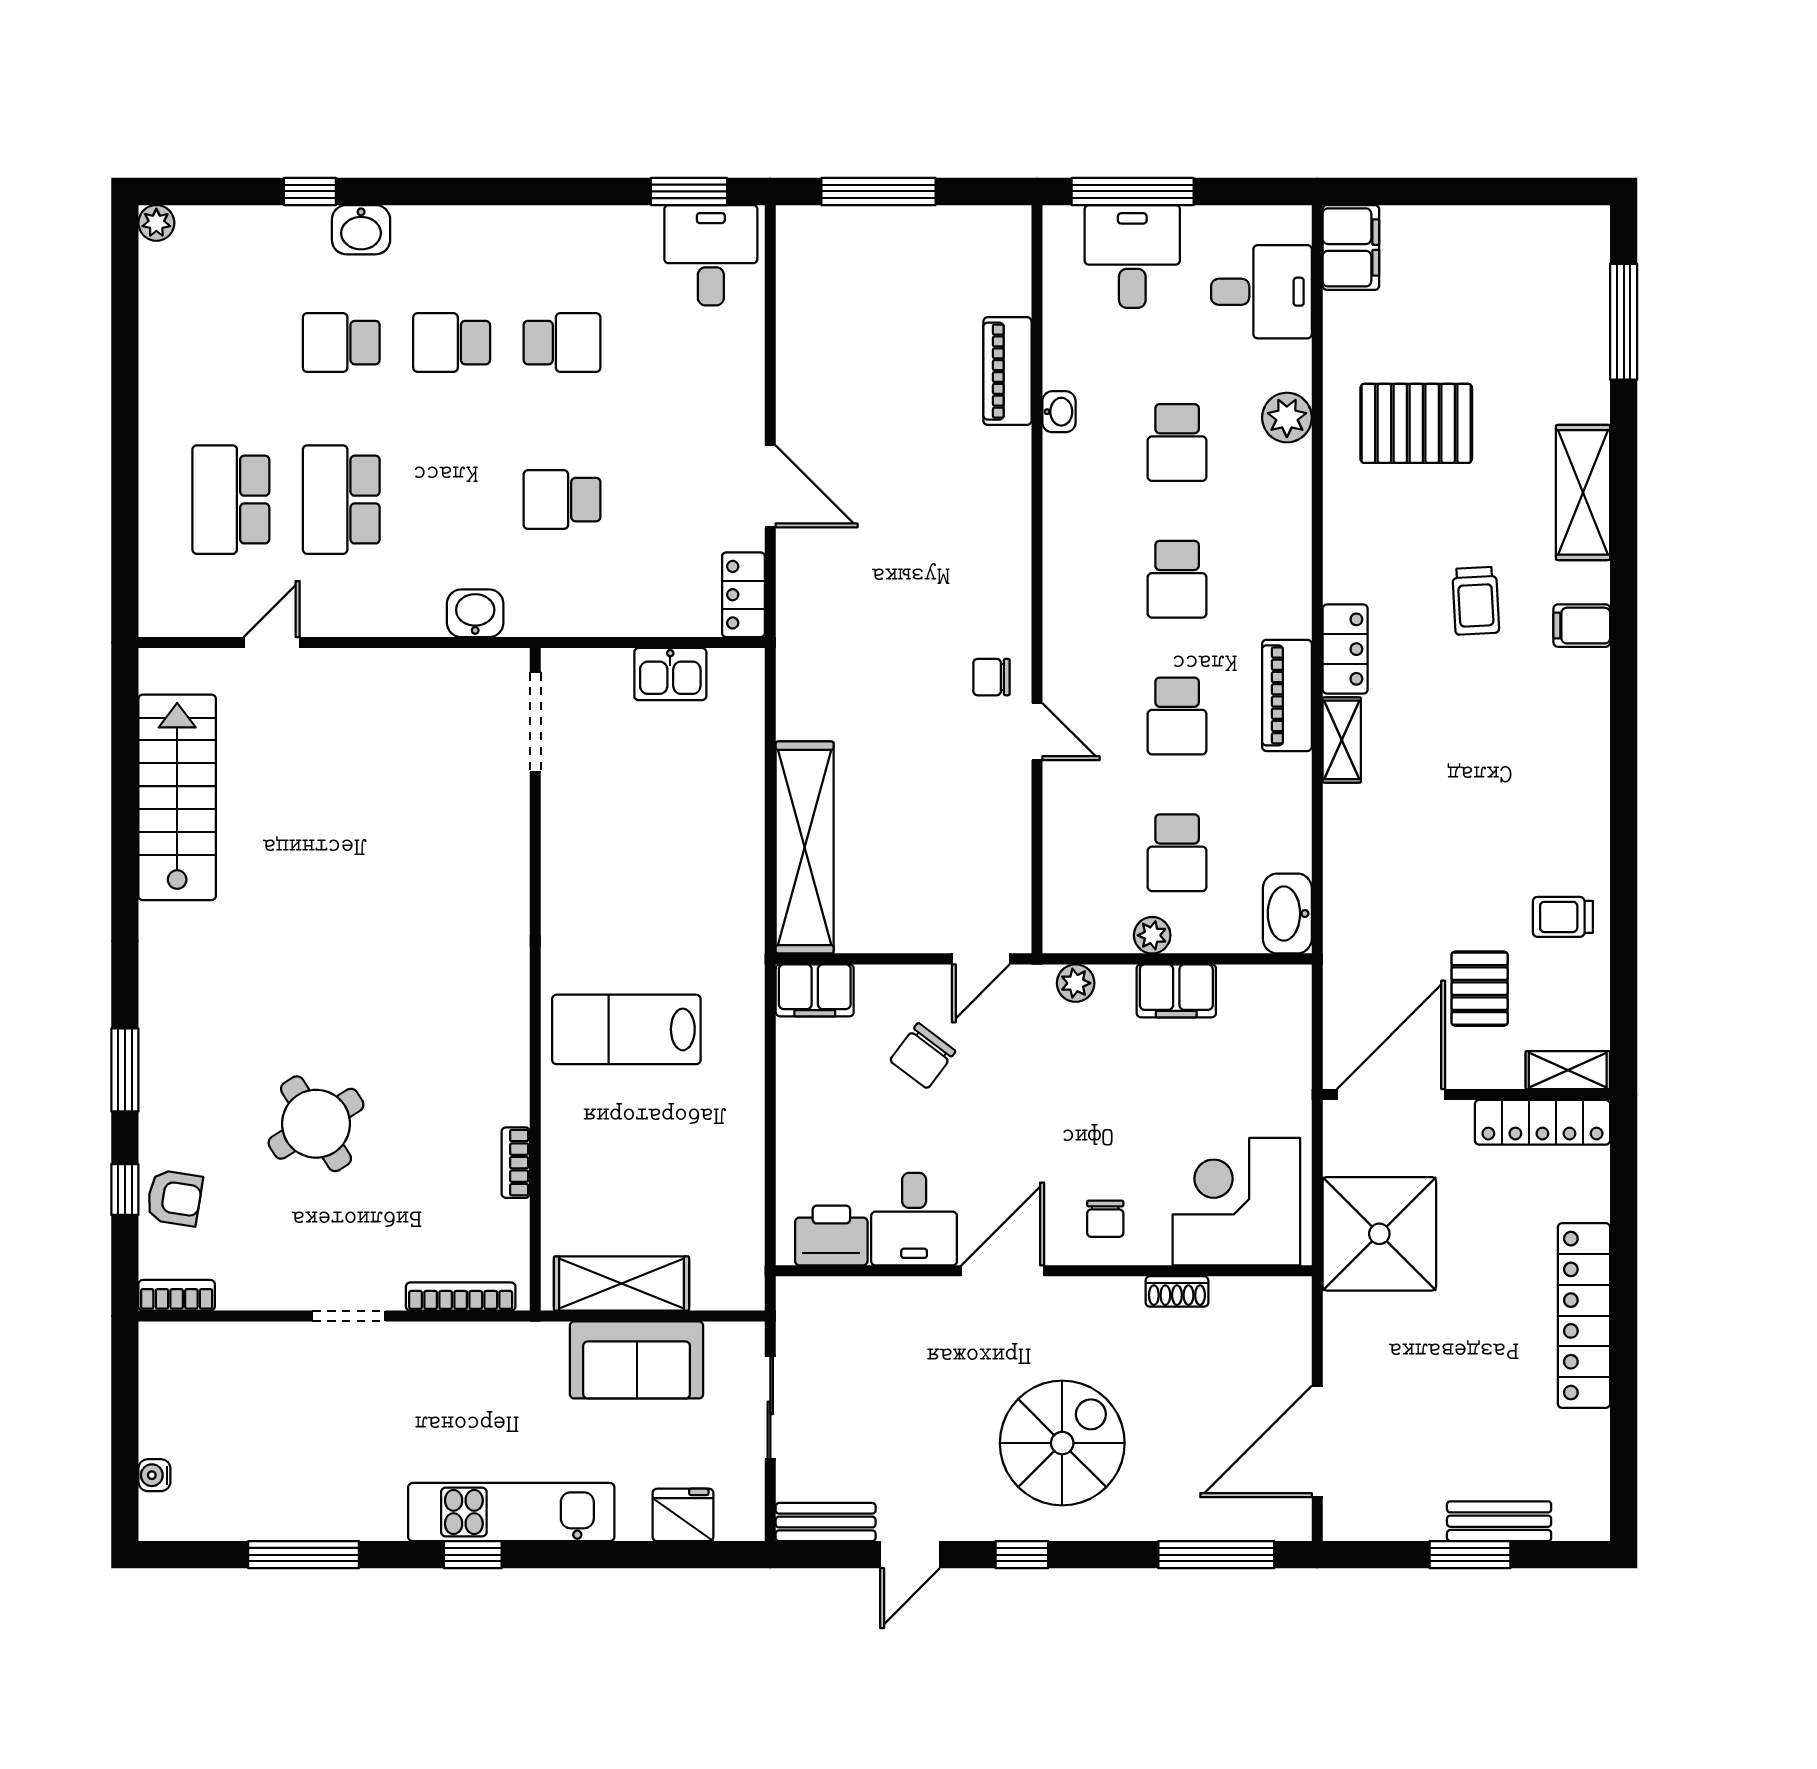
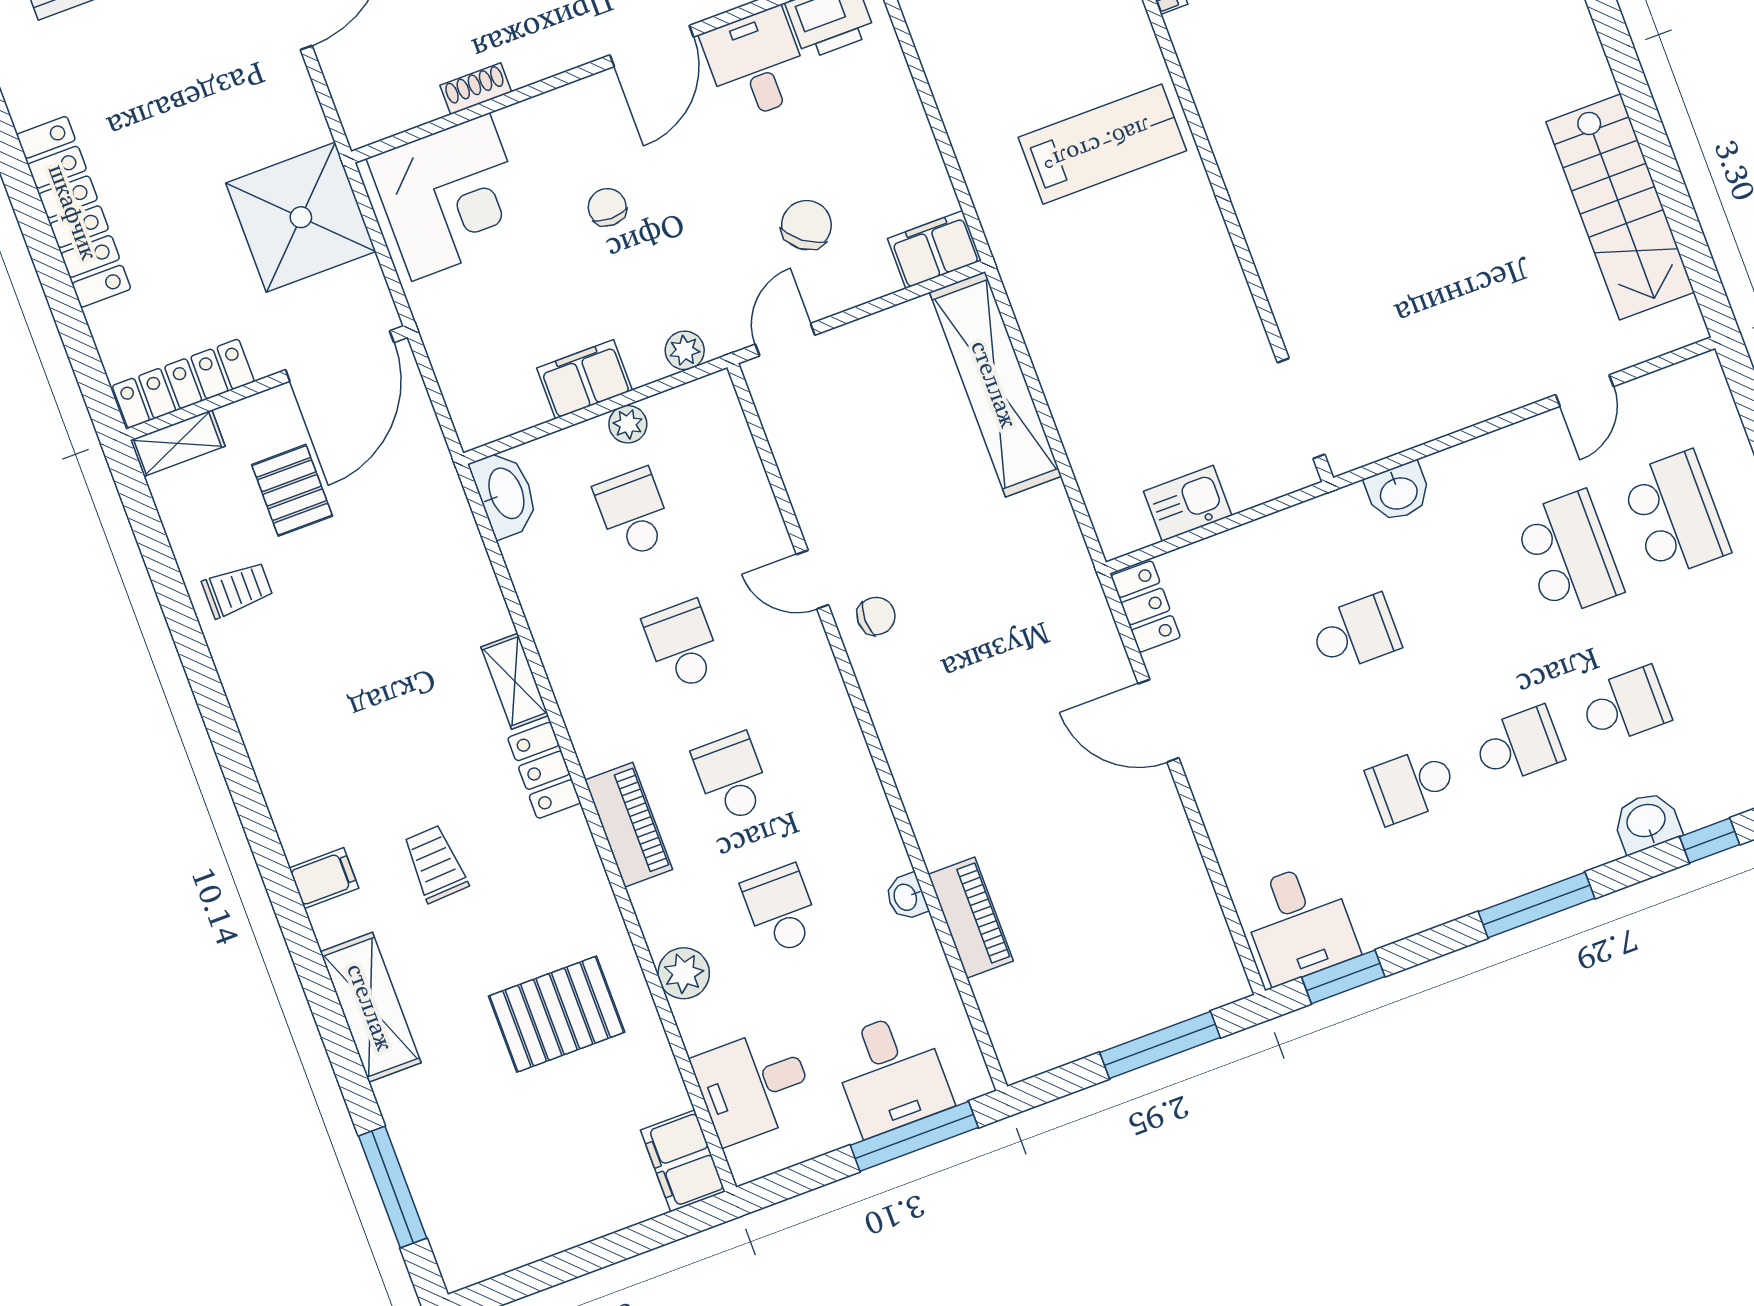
window: (489, 191) -> (1537, 905), added
piano: (1287, 695) -> (629, 825), moved
chair: (1105, 1219) -> (607, 207), moved

